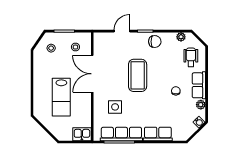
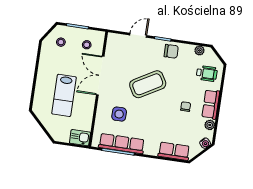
wheelchair: (191, 57) -> (207, 73), turned 90
coffee table: (138, 75) -> (148, 84), turned 60
row of seats: (158, 134) -> (174, 151), moved

